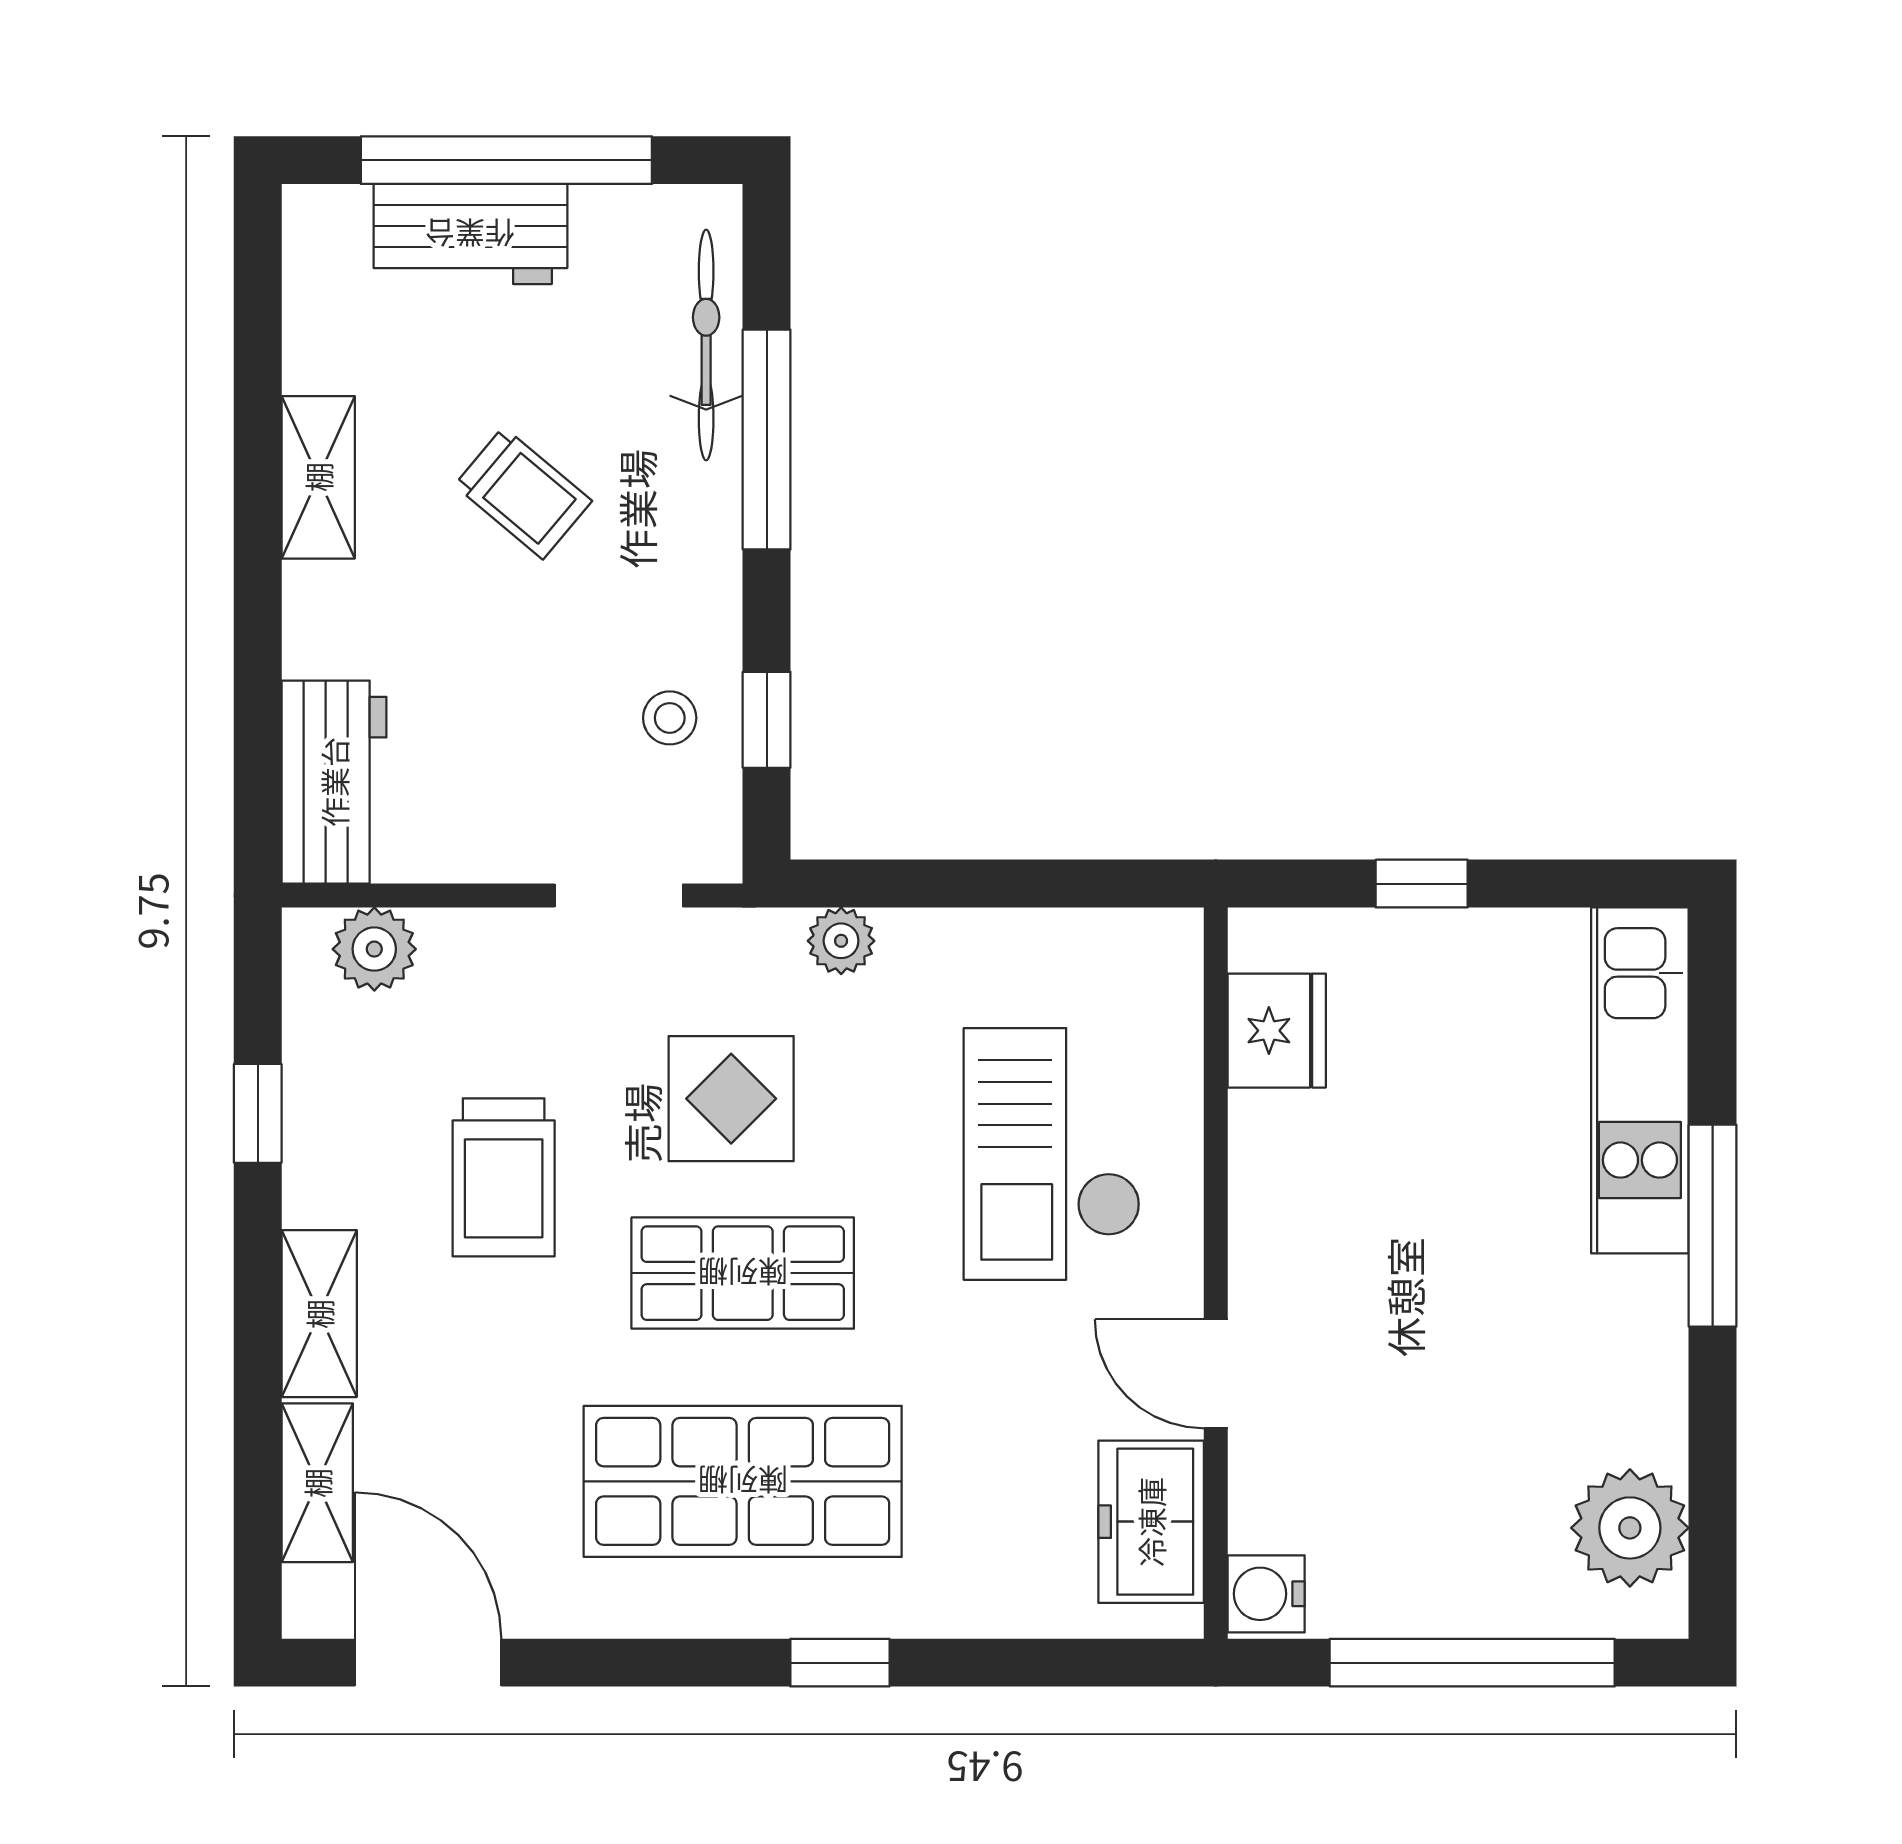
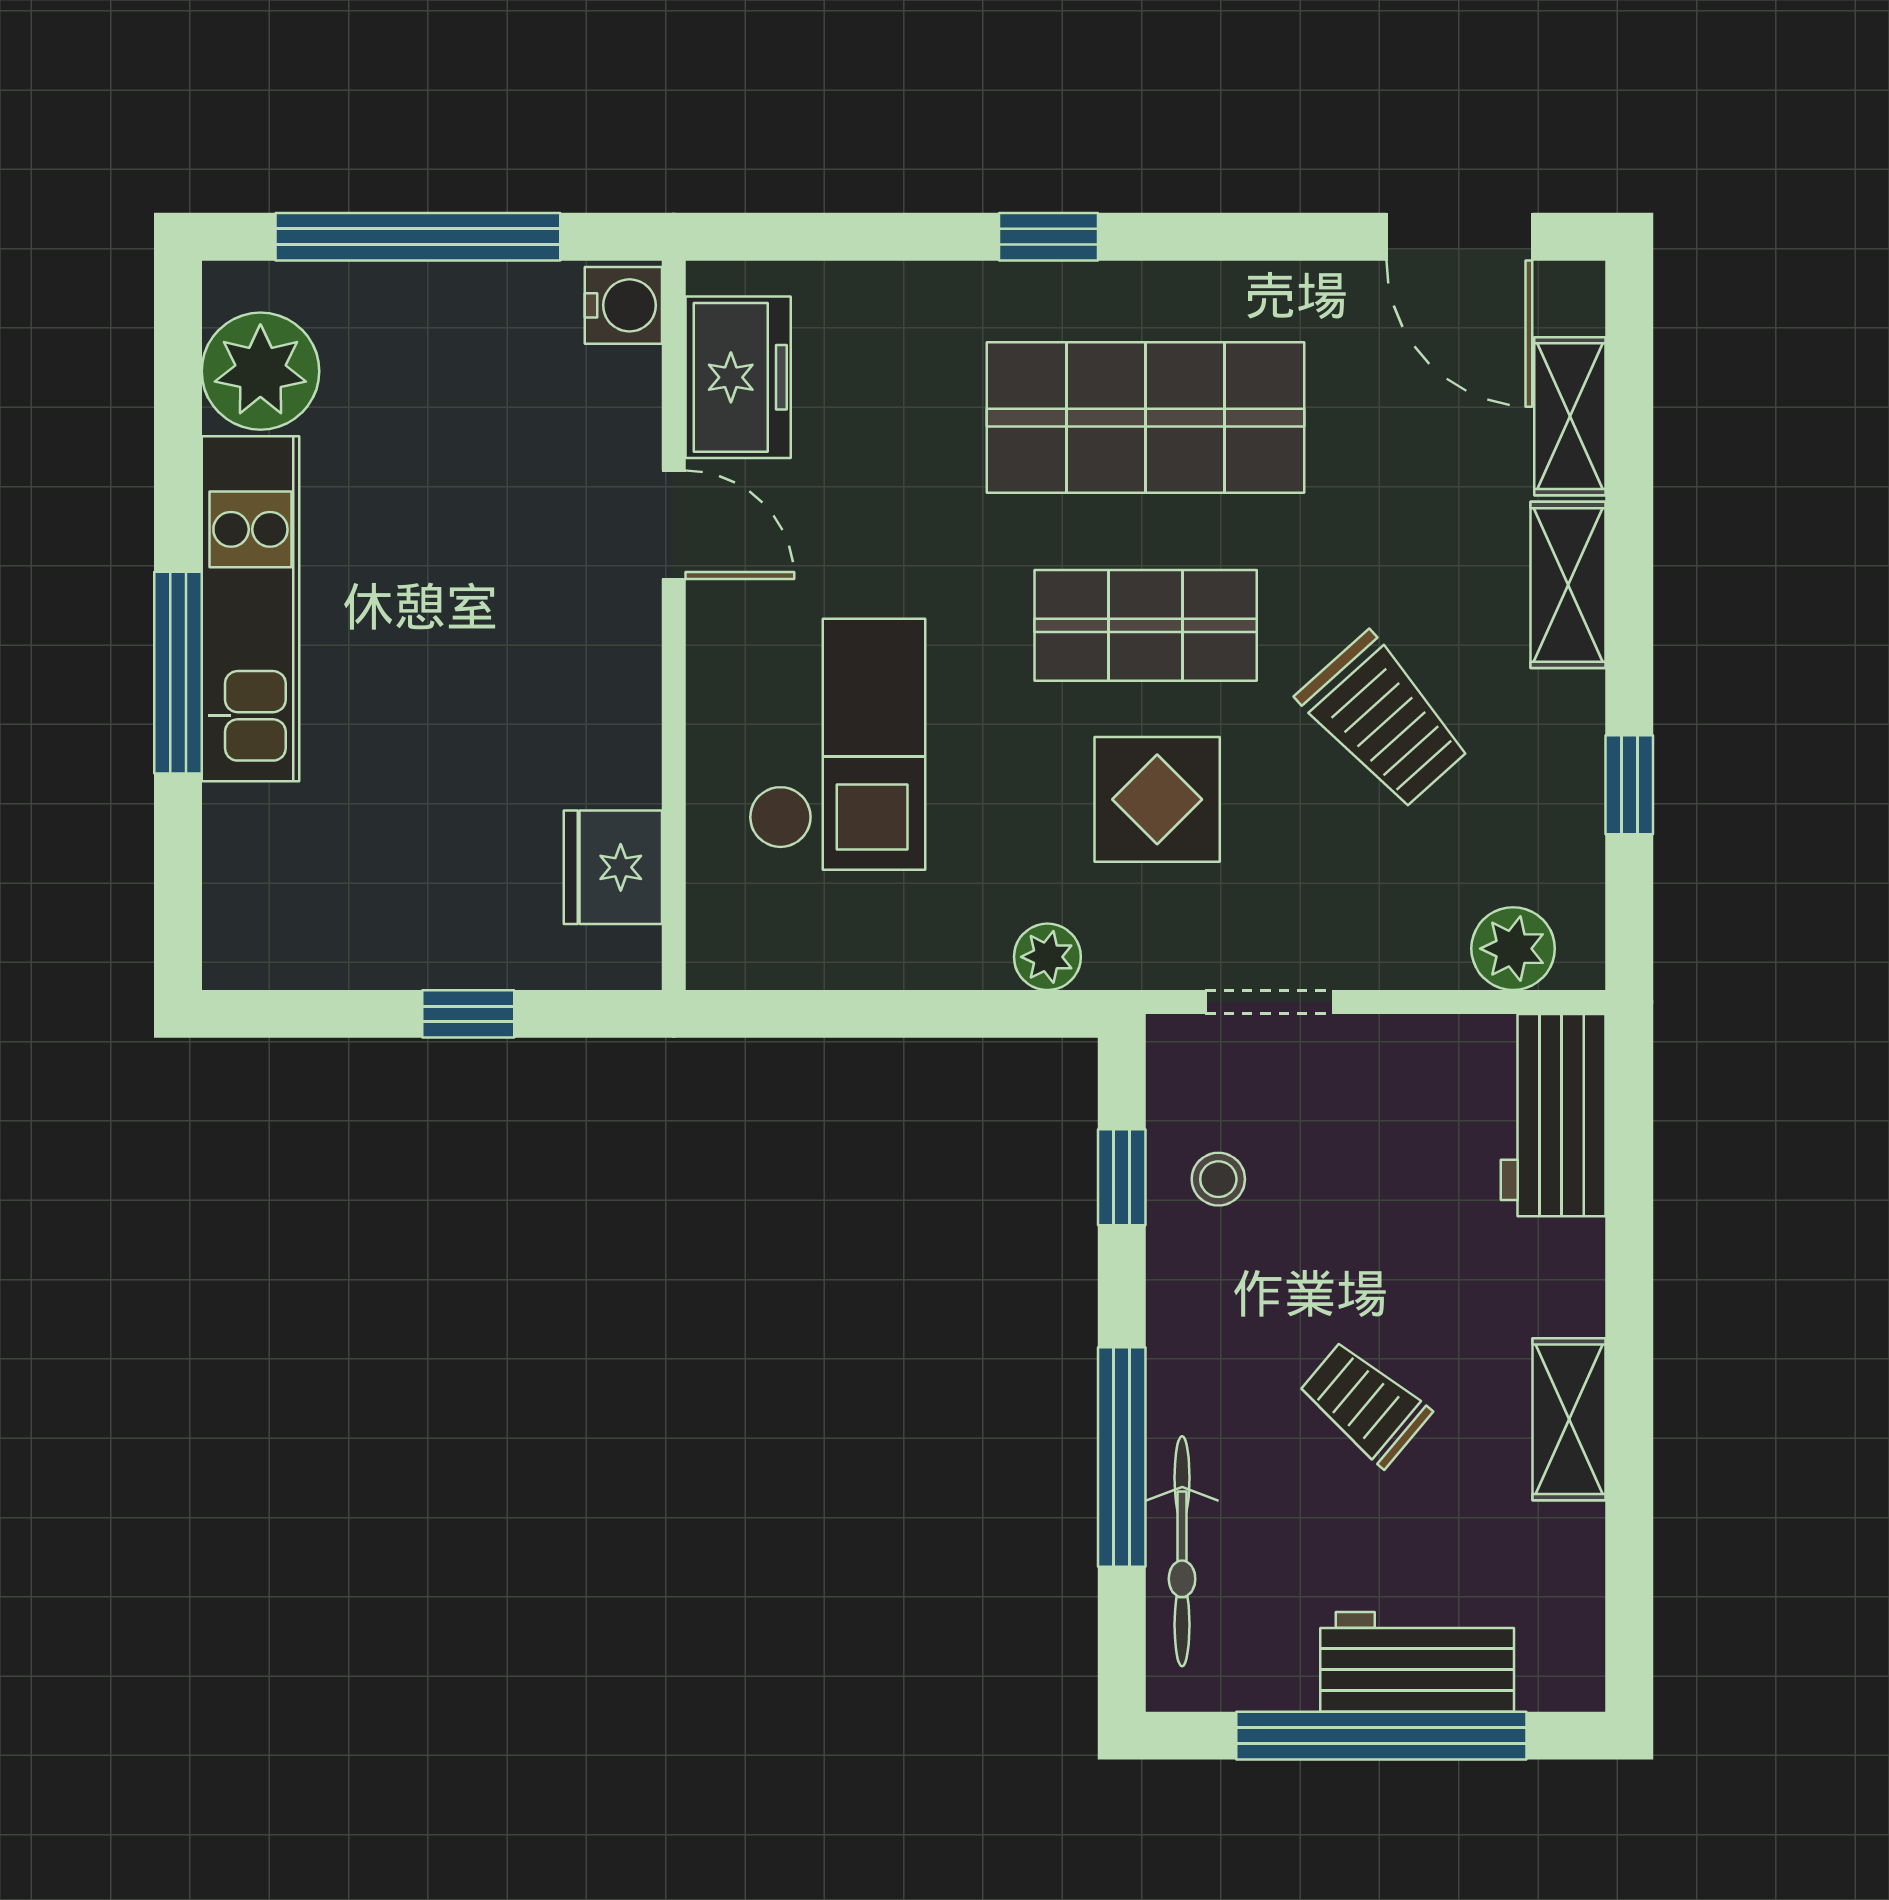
kitchen unit: (1640, 1080) -> (250, 609), moved
trolley: (504, 1177) -> (1384, 721), turned 138

